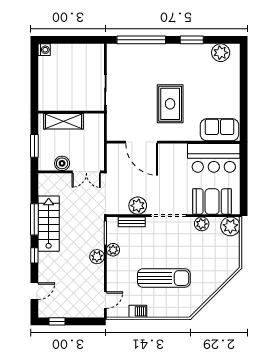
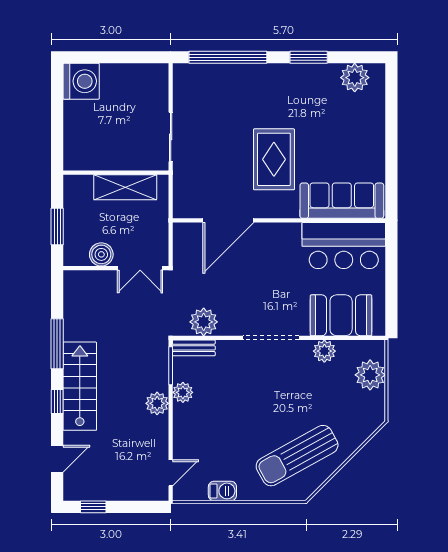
washing machine: (44, 50) -> (81, 81), width x1.89, depth x1.89
shelving: (64, 121) -> (125, 187), moved
sofa: (219, 130) -> (342, 201), width x1.36
door: (142, 142) -> (228, 220), hinge flipped
plant: (138, 206) -> (204, 322), moved
bench: (132, 222) -> (194, 348), moved
stairs: (49, 224) -> (80, 386), moved
plant: (230, 226) -> (370, 375), moved
sun lounger: (164, 278) -> (297, 456), moved, turned 151

